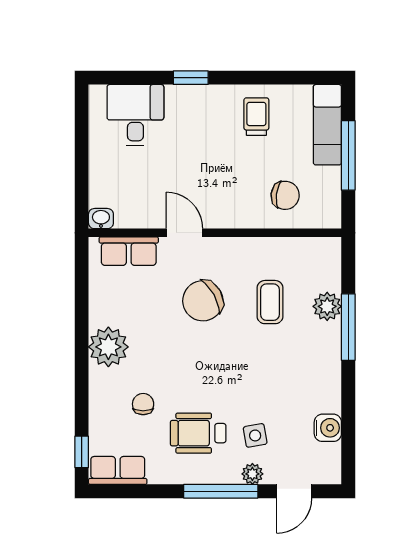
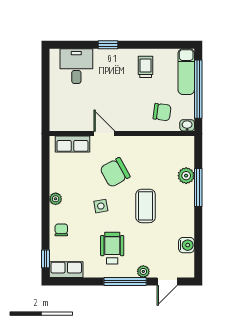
window: (348, 155) -> (198, 89), width x1.46
washbasin: (101, 219) -> (187, 125), moved
coffee table: (270, 302) -> (146, 206), moved, width x1.36, depth x1.30
plant: (108, 347) -> (56, 199), width x0.53, depth x0.53
chair: (143, 404) -> (61, 230), moved
wheelchair: (198, 433) -> (112, 248), turned 90
side table: (255, 435) -> (101, 206), moved

